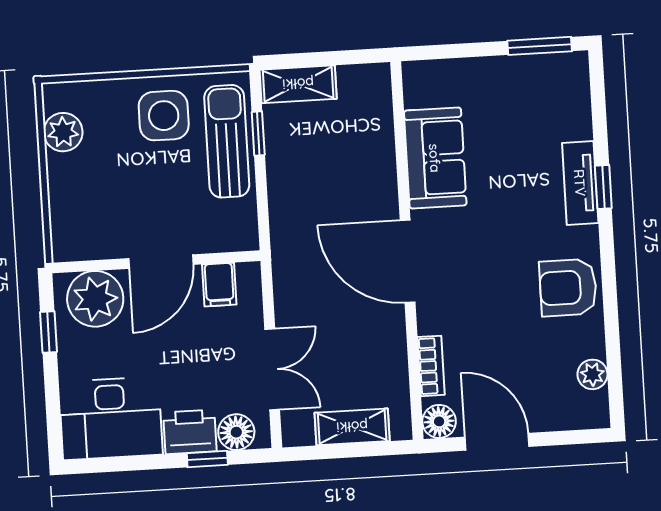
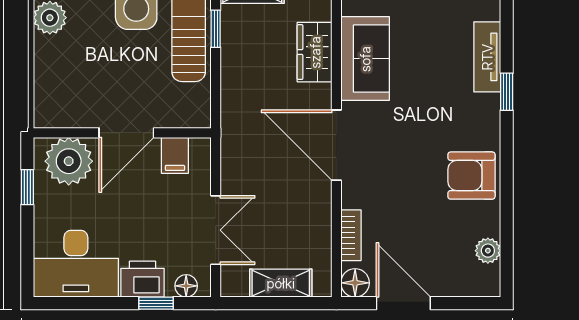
wardrobe: (376, 154) -> (315, 52), added
tv unit: (580, 183) -> (487, 57), moved
floor lamp: (236, 432) -> (186, 286), width x0.73, depth x0.73

